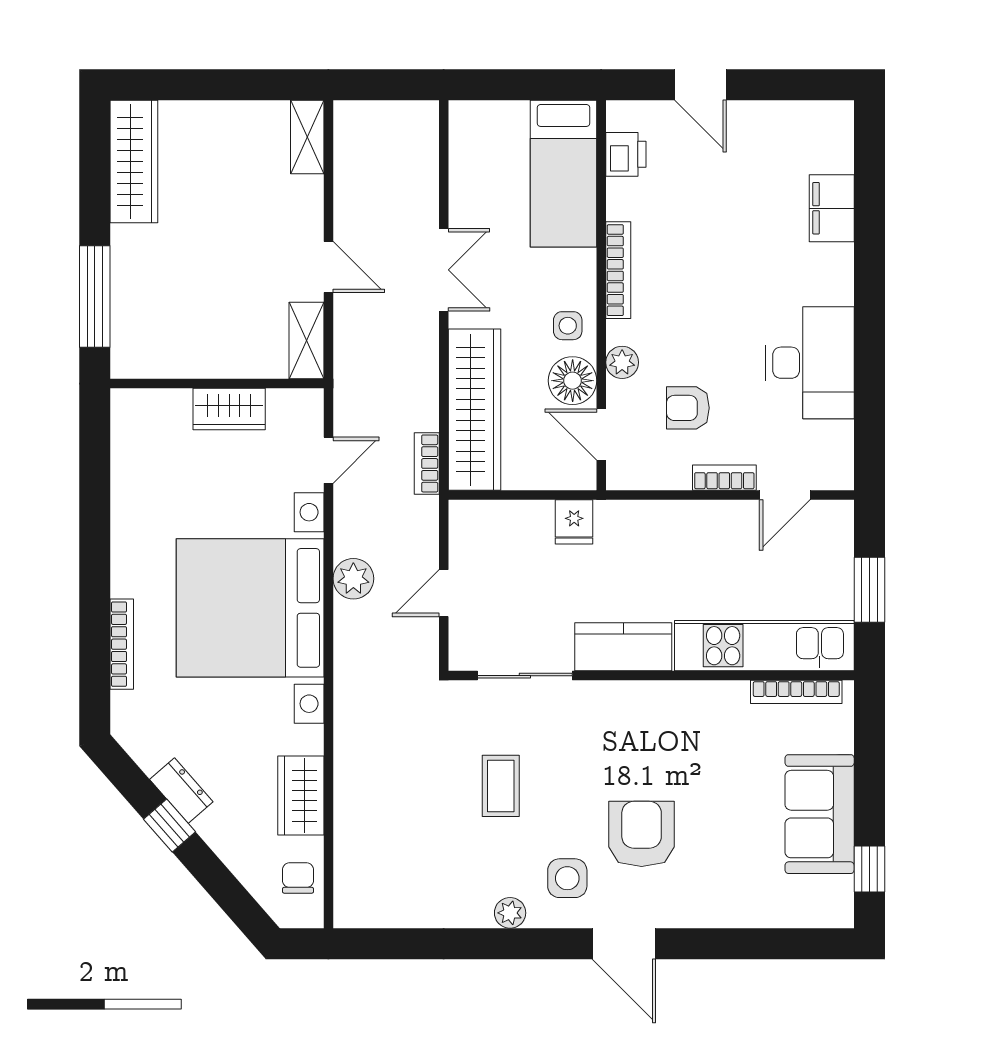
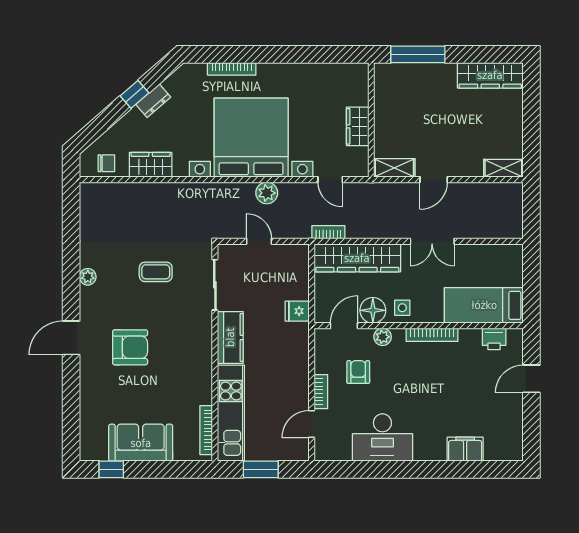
door: (785, 495) -> (312, 424), hinge flipped
side table: (567, 878) -> (106, 307), removed

